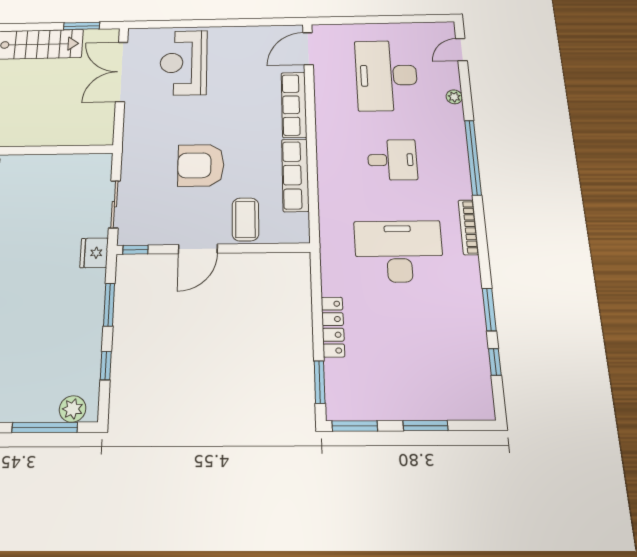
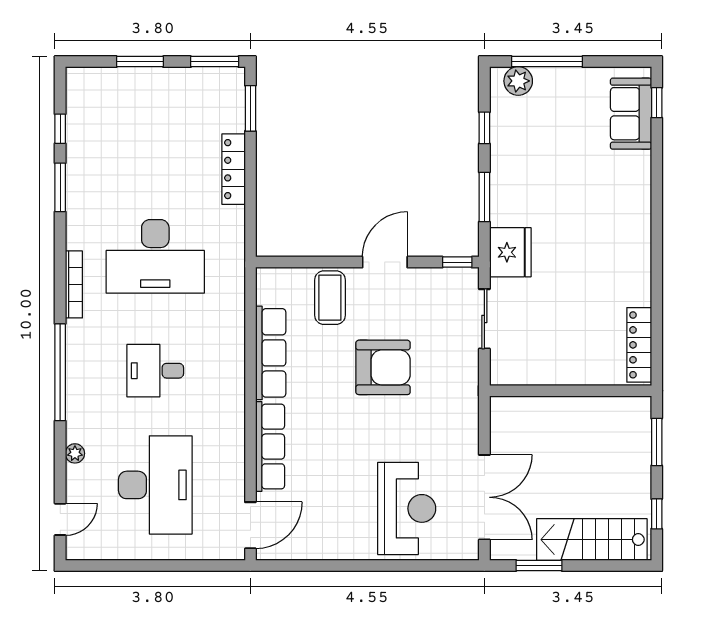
fridge: (94, 253) -> (510, 252), width x1.36, depth x1.34

